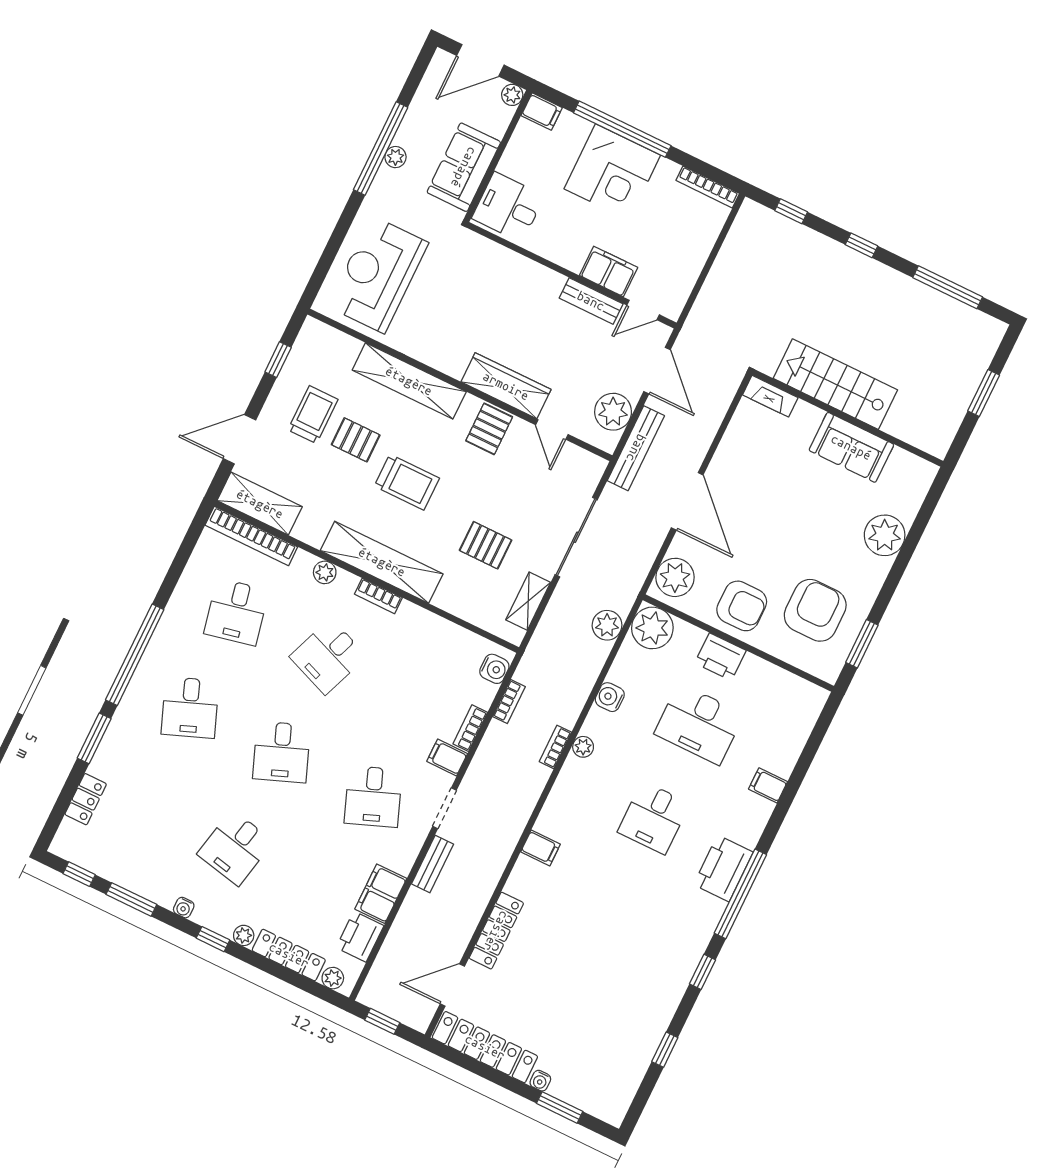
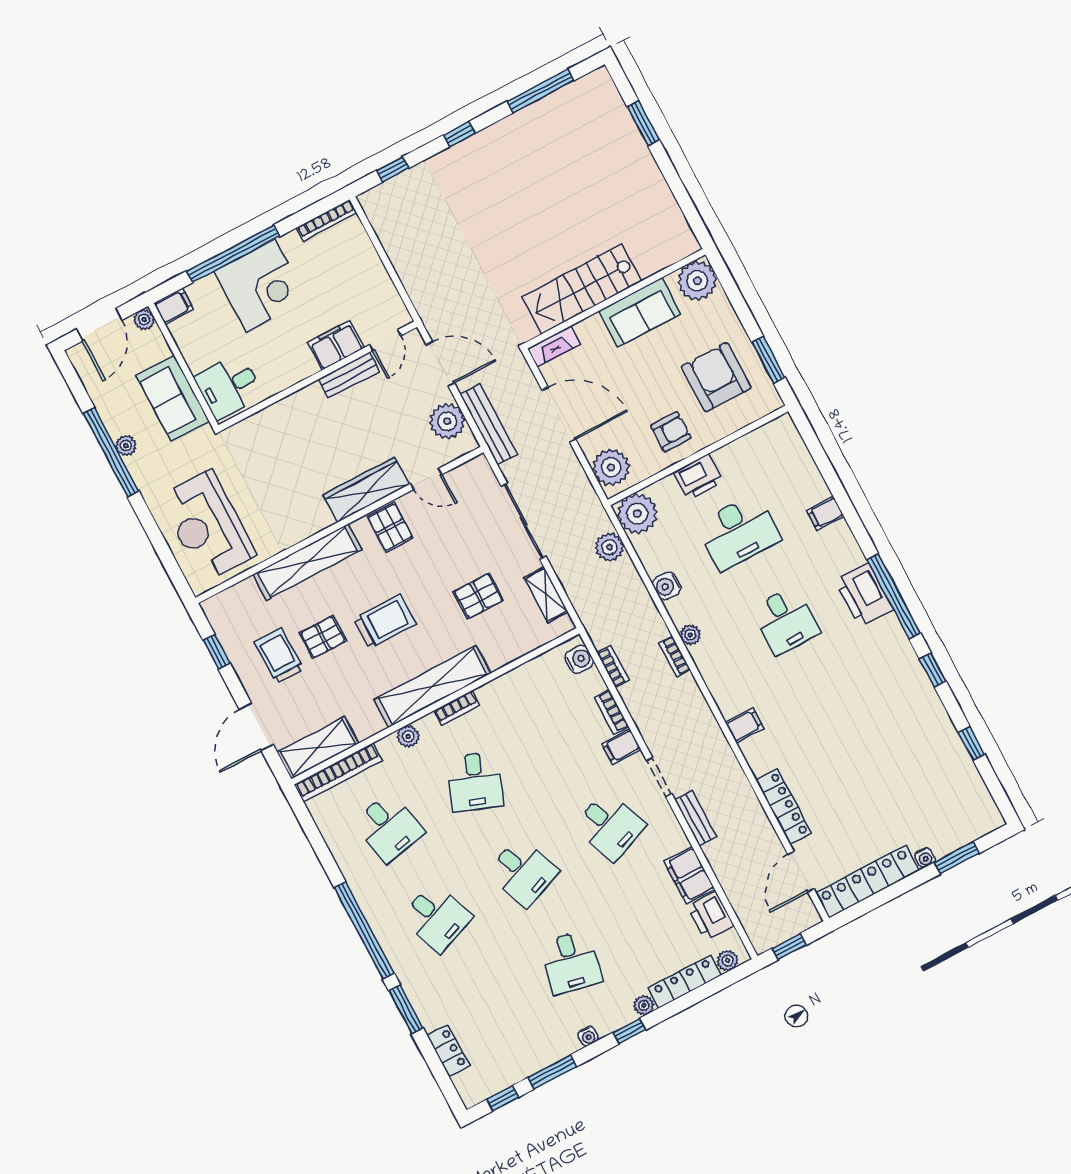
stairs: (835, 384) -> (582, 289), moved
fireplace: (770, 396) -> (554, 346), moved
wall: (848, 418) -> (615, 299), moved
sofa: (851, 447) -> (640, 312), moved
armchair: (742, 606) -> (671, 432), width x0.72, depth x0.72

